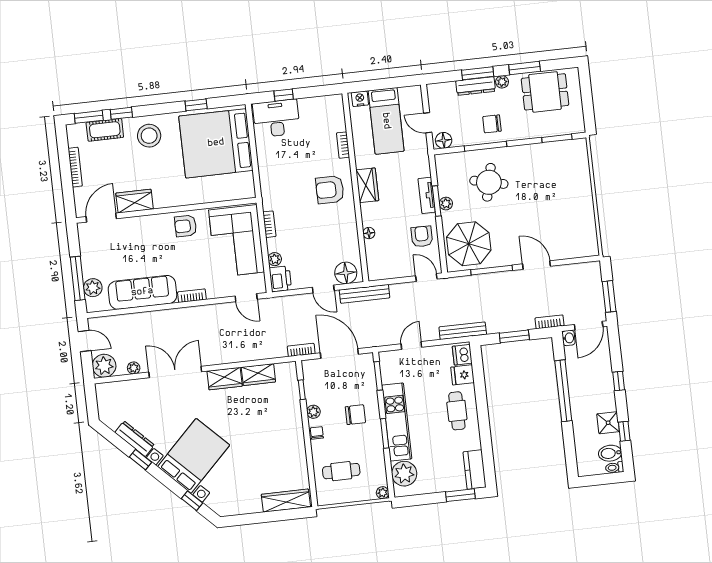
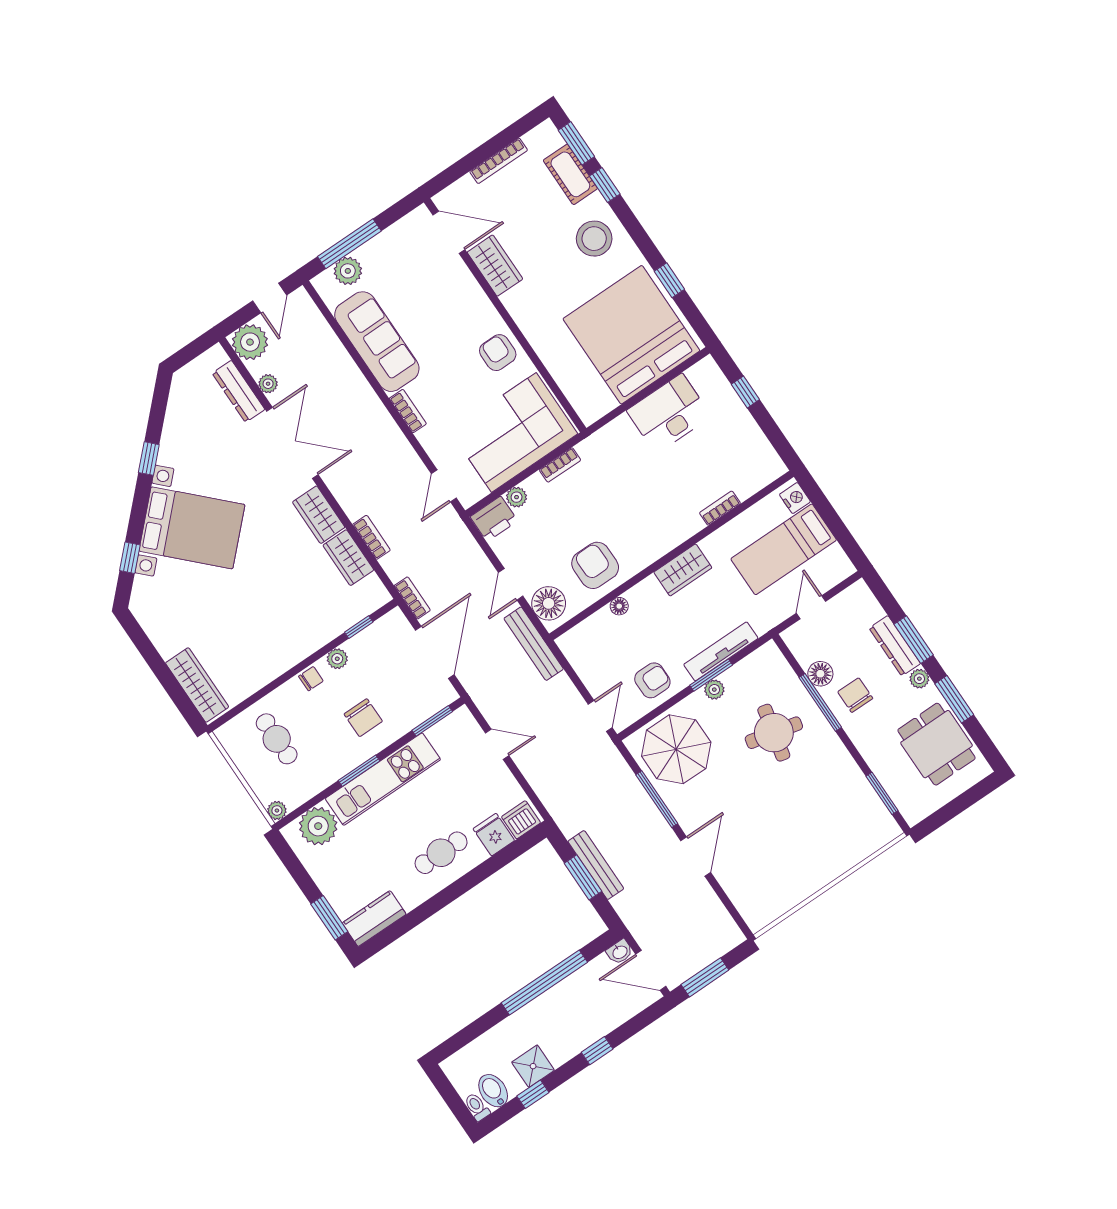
desk: (276, 118) -> (669, 413), moved, turned -90
floor lamp: (444, 140) -> (820, 674), moved
armchair: (330, 190) -> (595, 565), moved
tv unit: (427, 195) -> (721, 651), width x1.41
bookcase: (550, 322) -> (371, 537), moved
bench: (463, 331) -> (596, 865), moved
dresser: (135, 439) -> (239, 391), moved, turned 135

